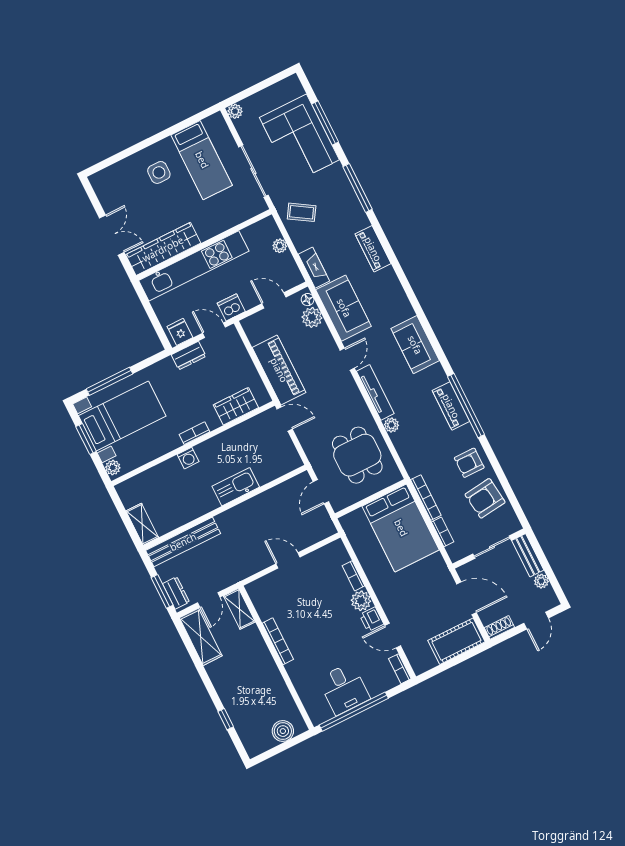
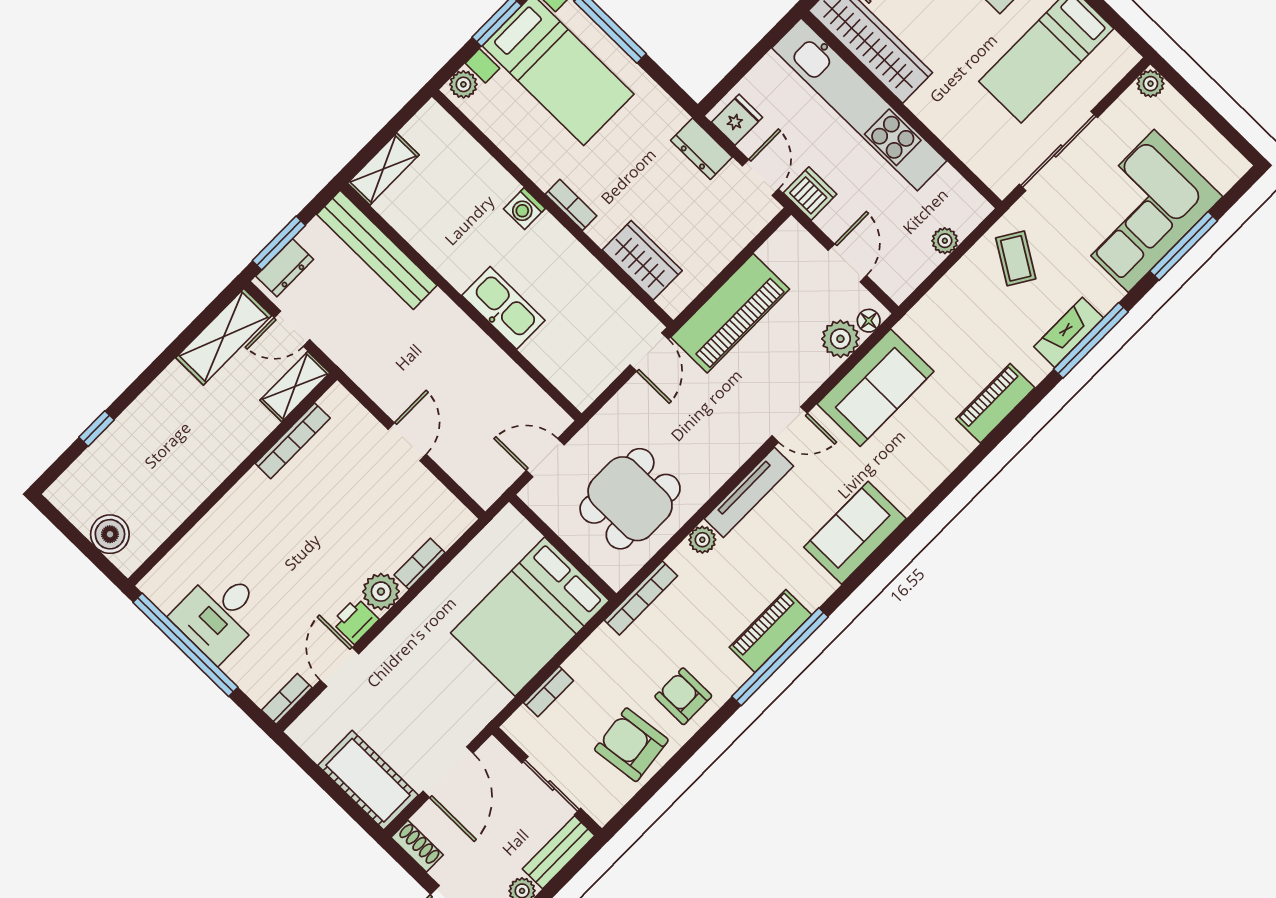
fireplace: (314, 268) -> (1069, 332), moved, turned 180
bookcase: (426, 498) -> (641, 598), moved
bookcase: (278, 641) -> (293, 441), moved

